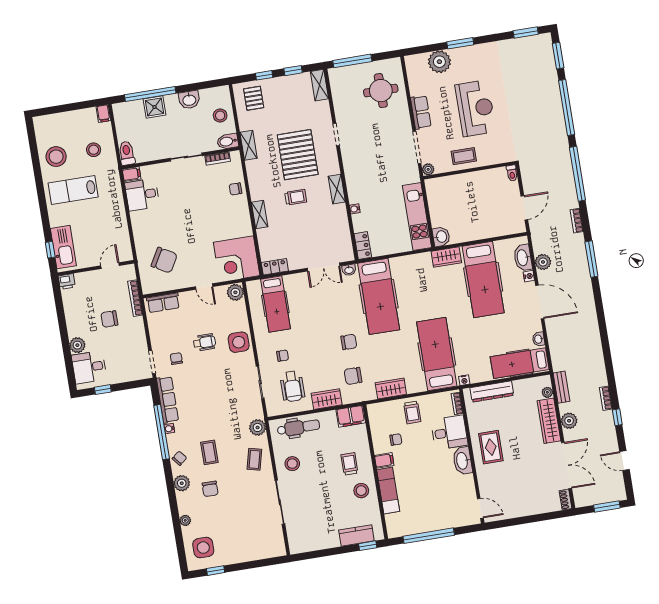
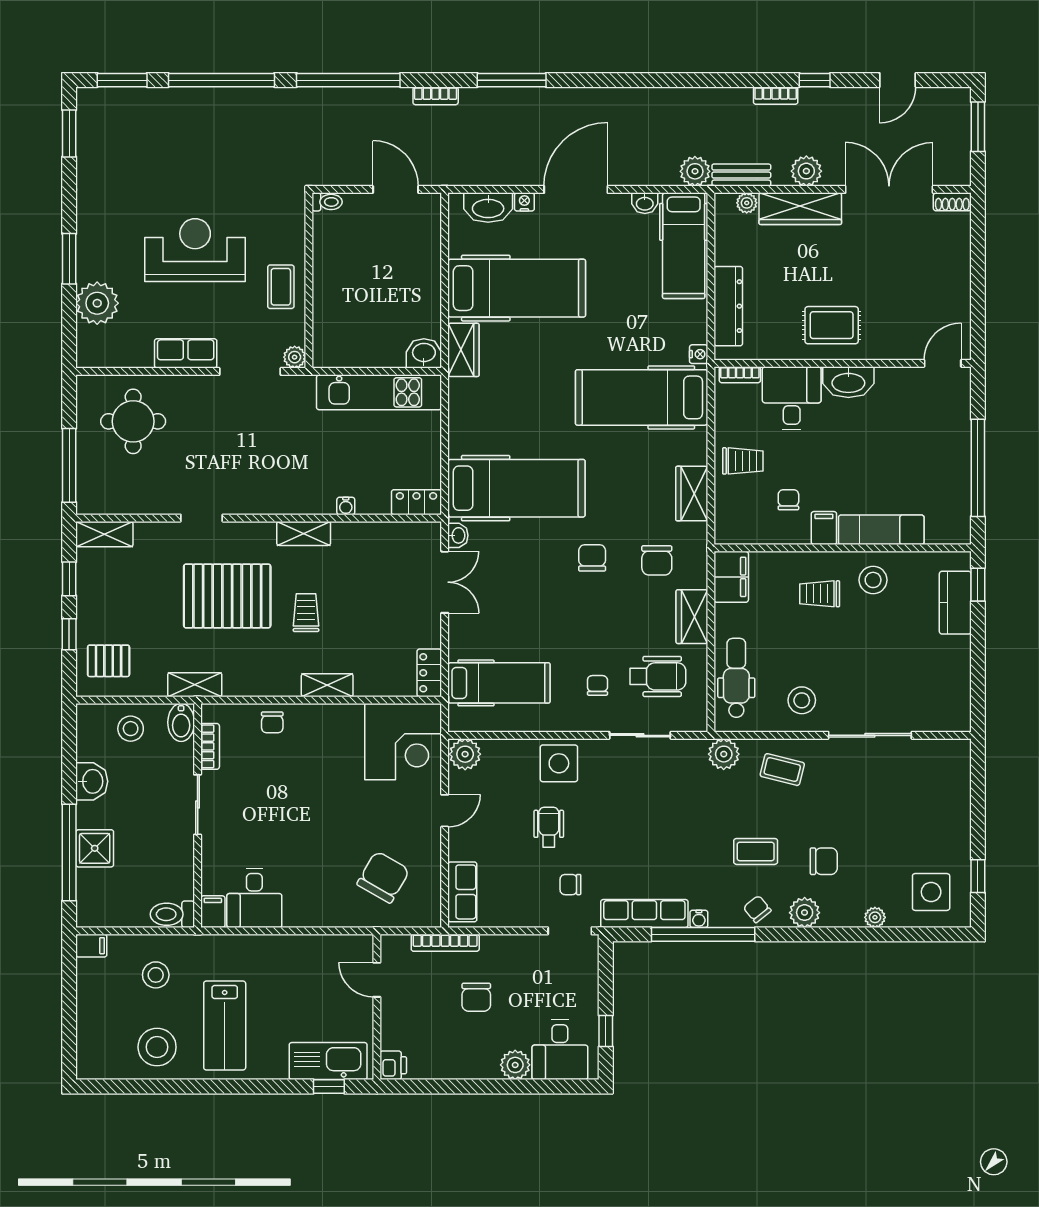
plant: (543, 262) -> (695, 171), moved

